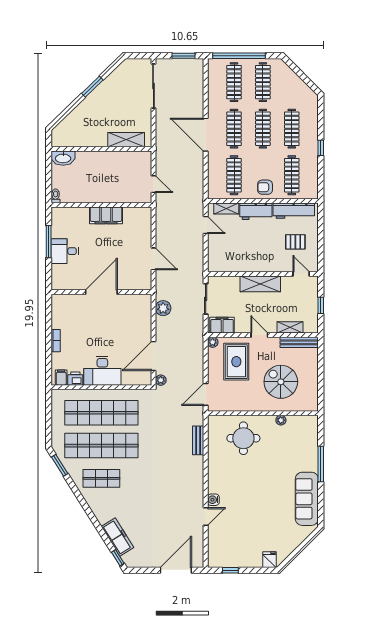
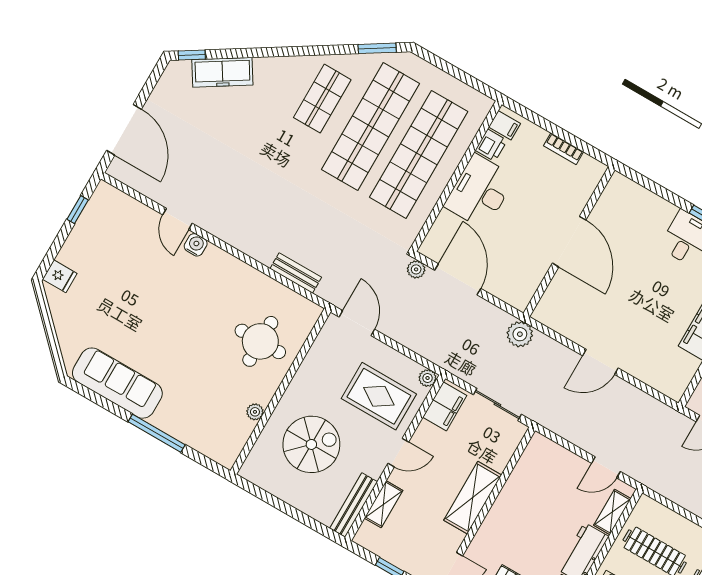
door: (101, 292) -> (569, 242), moved
wall: (101, 292) -> (569, 242), moved

